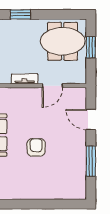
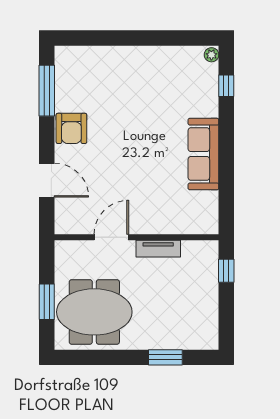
armchair: (36, 147) -> (71, 128), moved
window: (91, 161) -> (47, 91), moved

